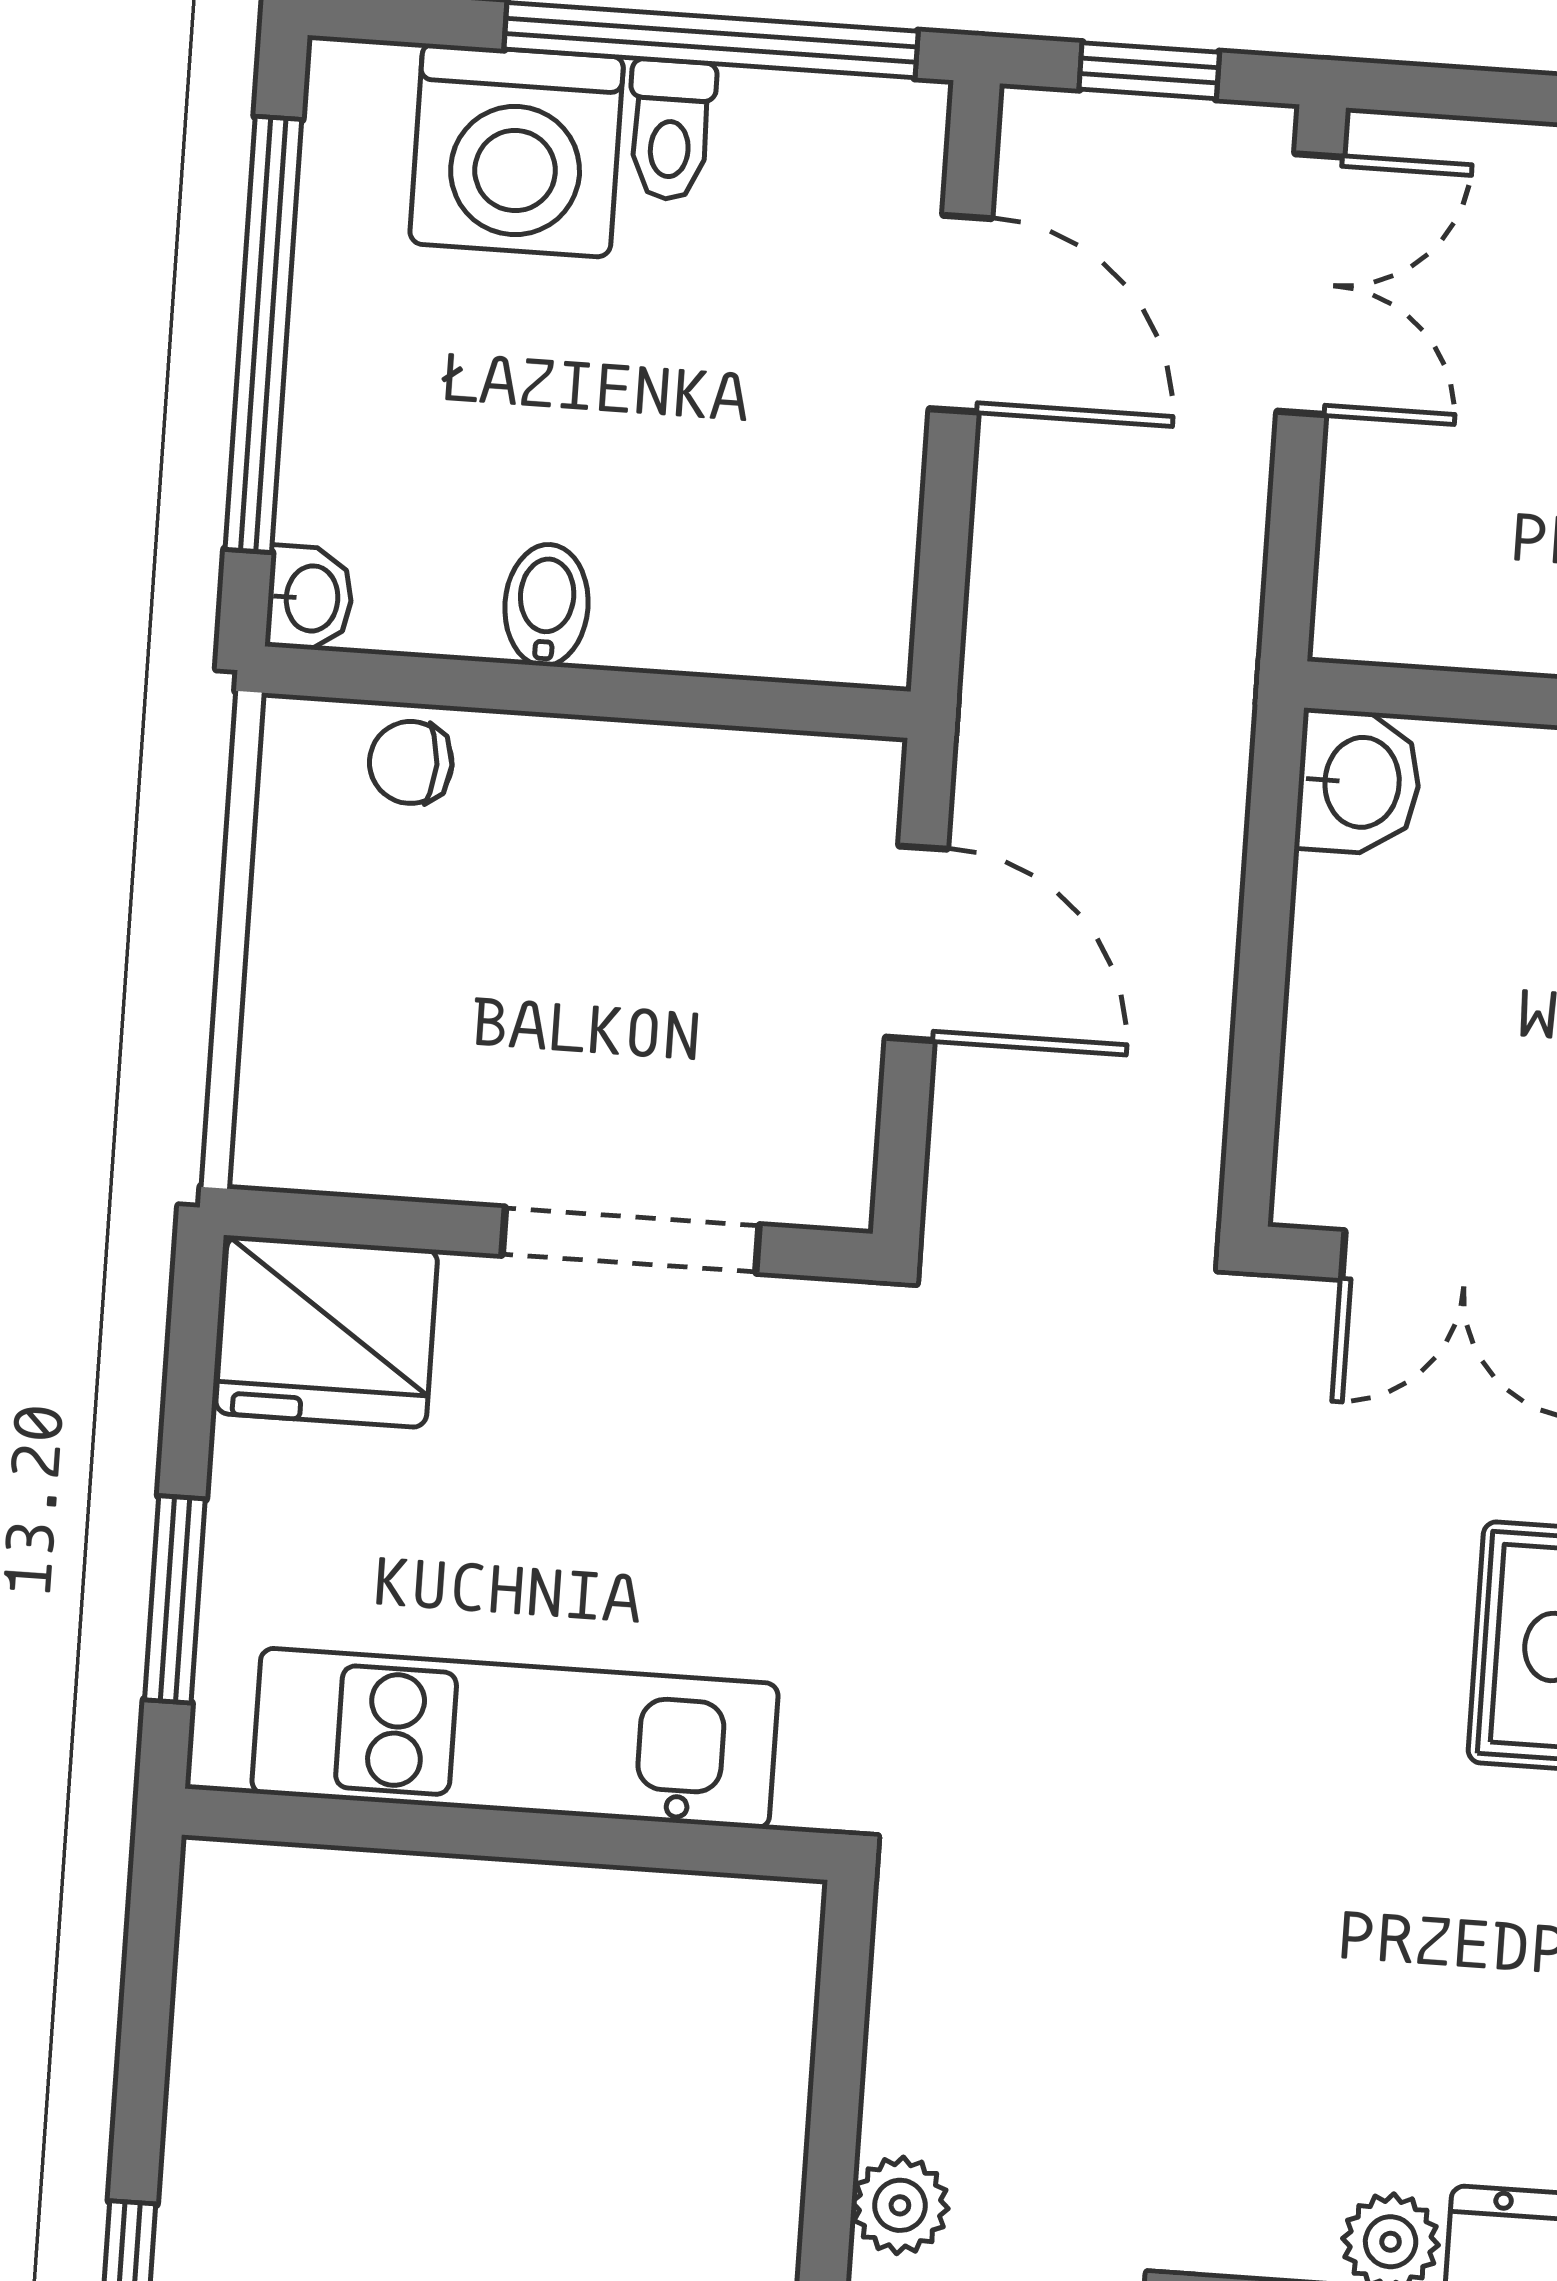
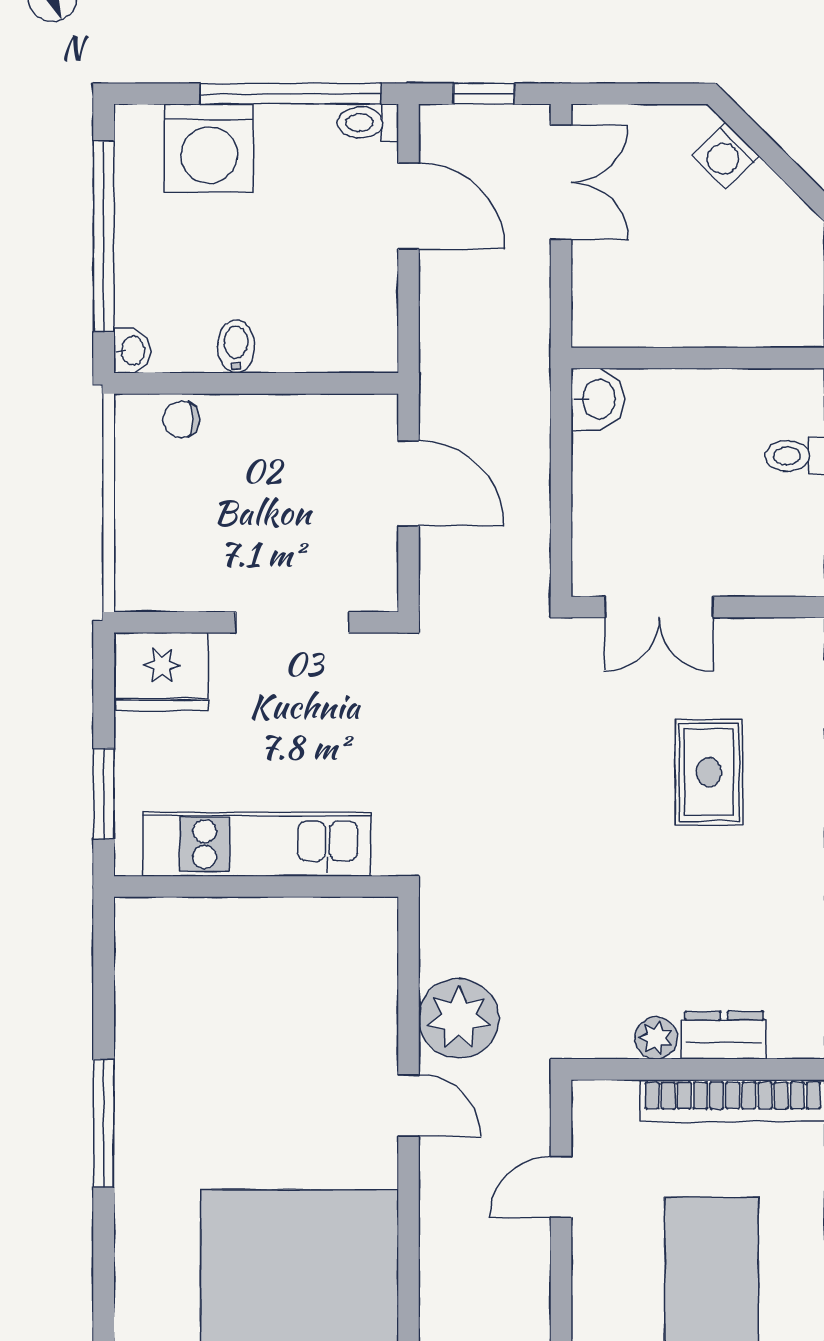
toilet: (671, 130) -> (368, 123), moved, turned 90
plant: (900, 2205) -> (459, 1018), width x1.88, depth x1.88

